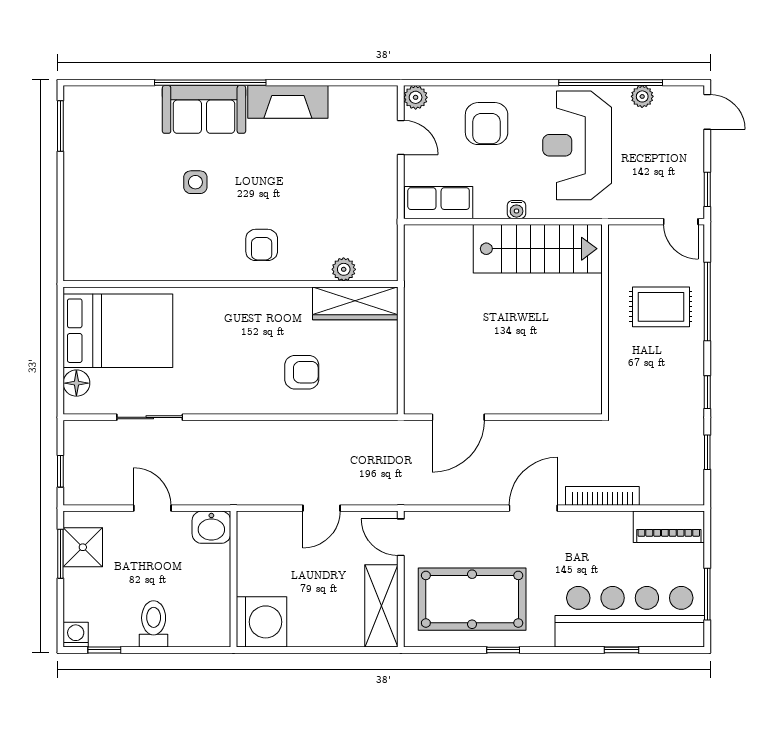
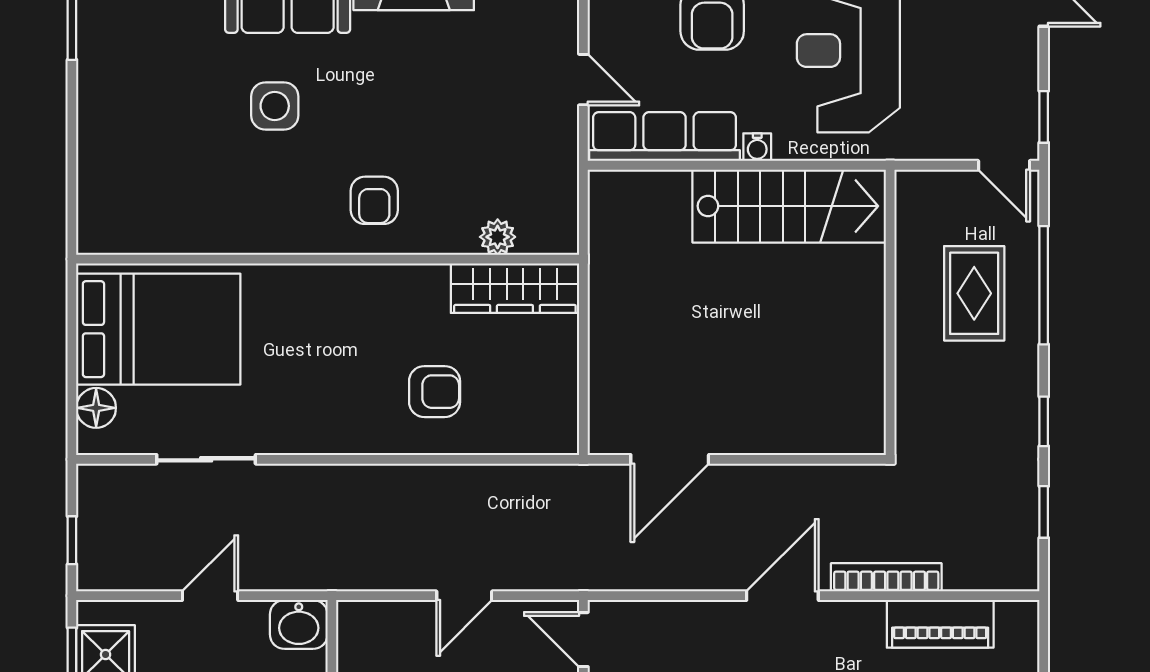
door: (401, 137) -> (583, 80), moved
side table: (195, 182) -> (275, 106), width x1.37, depth x1.37
row of seats: (439, 203) -> (664, 137), width x1.48
rug: (661, 307) -> (974, 293), turned 90
door: (152, 508) -> (210, 596), hinge flipped
piano: (669, 527) -> (940, 624), moved

